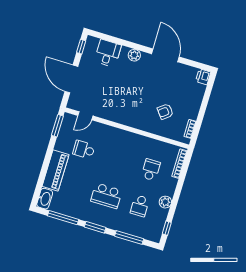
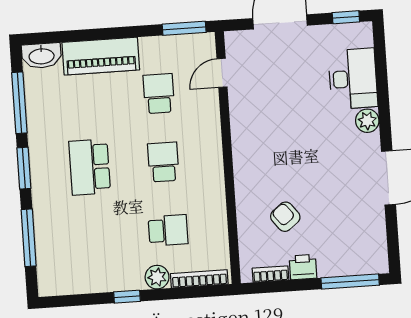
desk: (108, 53) -> (353, 79), width x1.37
printer: (203, 77) -> (303, 267), moved
window: (208, 92) -> (350, 282), added
door: (85, 116) -> (222, 73), hinge flipped
plant: (165, 202) -> (157, 277), moved
school desk: (140, 206) -> (163, 162), moved, turned 90
window: (167, 228) -> (127, 297), moved

